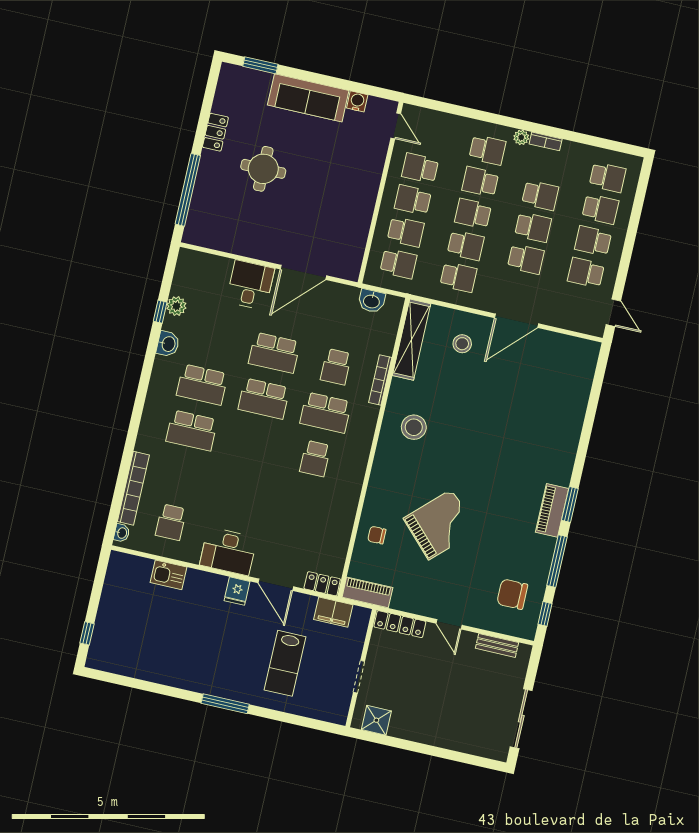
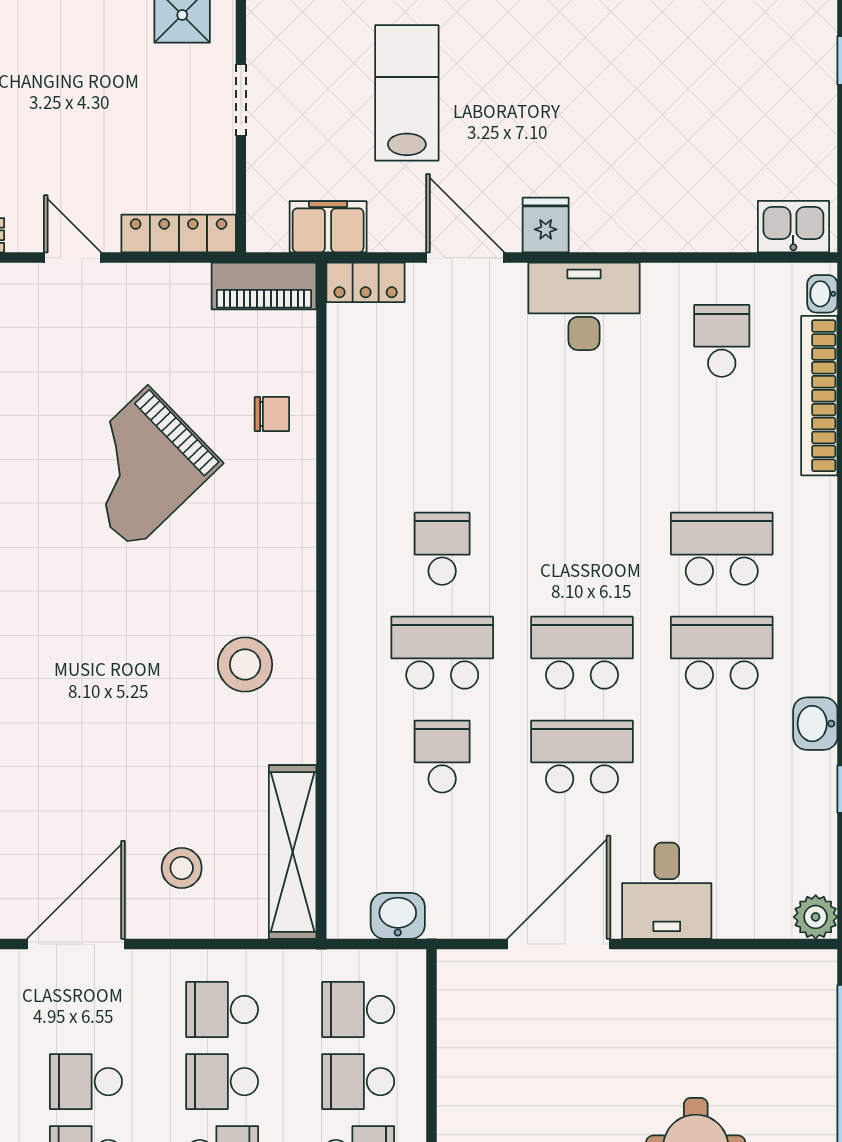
plant: (176, 306) -> (816, 917), moved
bookcase: (380, 380) -> (340, 750), removed
kitchen sink: (169, 575) -> (793, 227), moved

